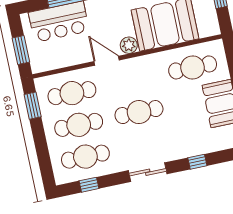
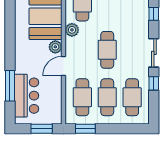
plant: (155, 62) -> (72, 30), added
window: (89, 185) -> (154, 83), moved

